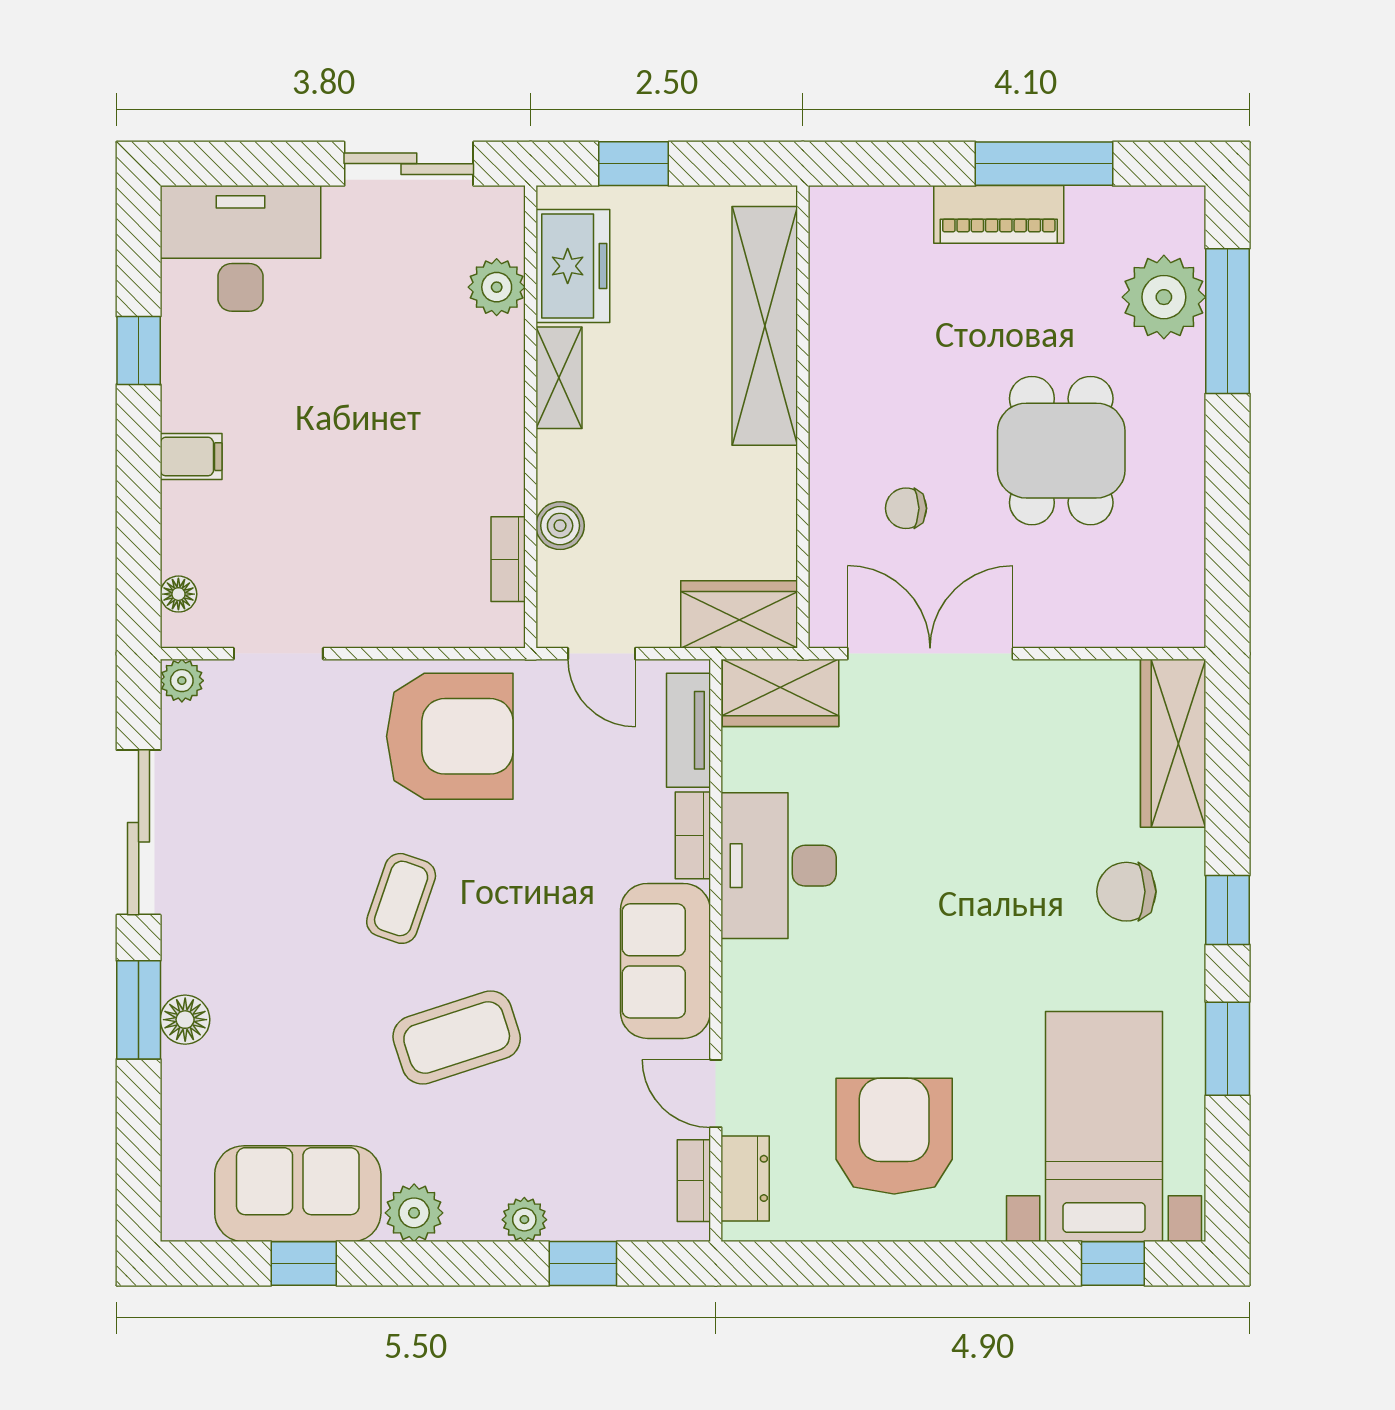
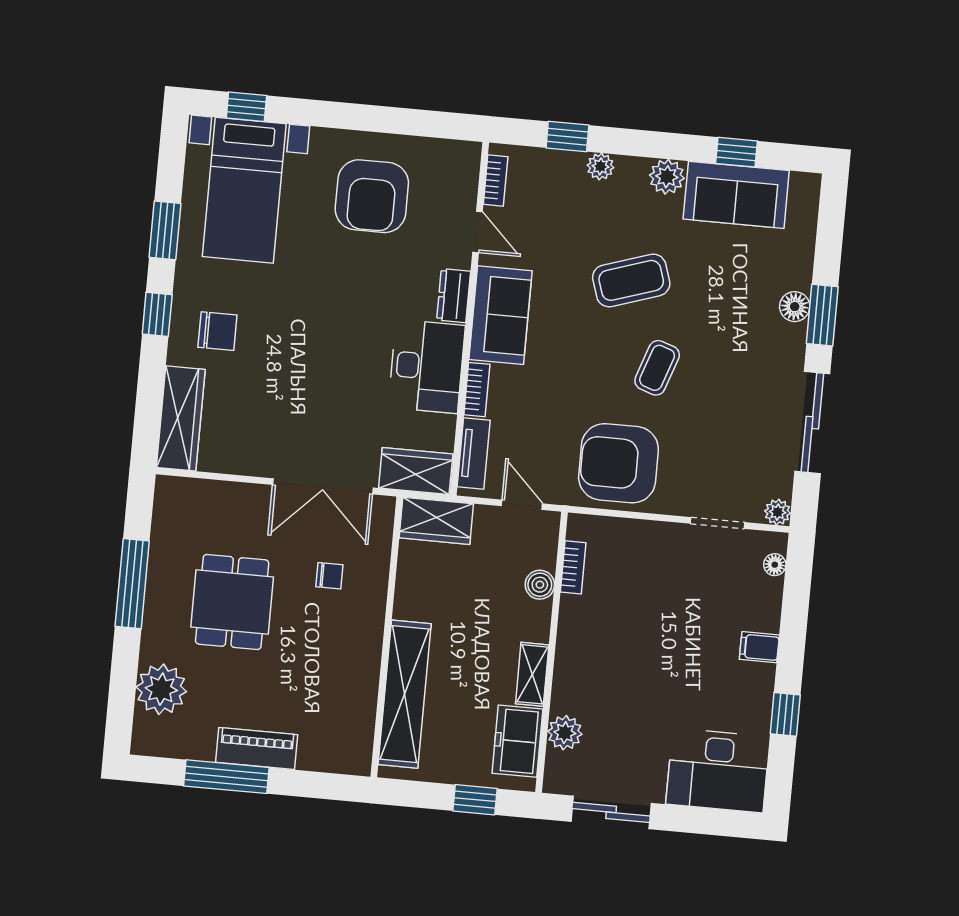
window: (1228, 321) -> (132, 584), moved
dresser: (745, 1178) -> (454, 296), moved

